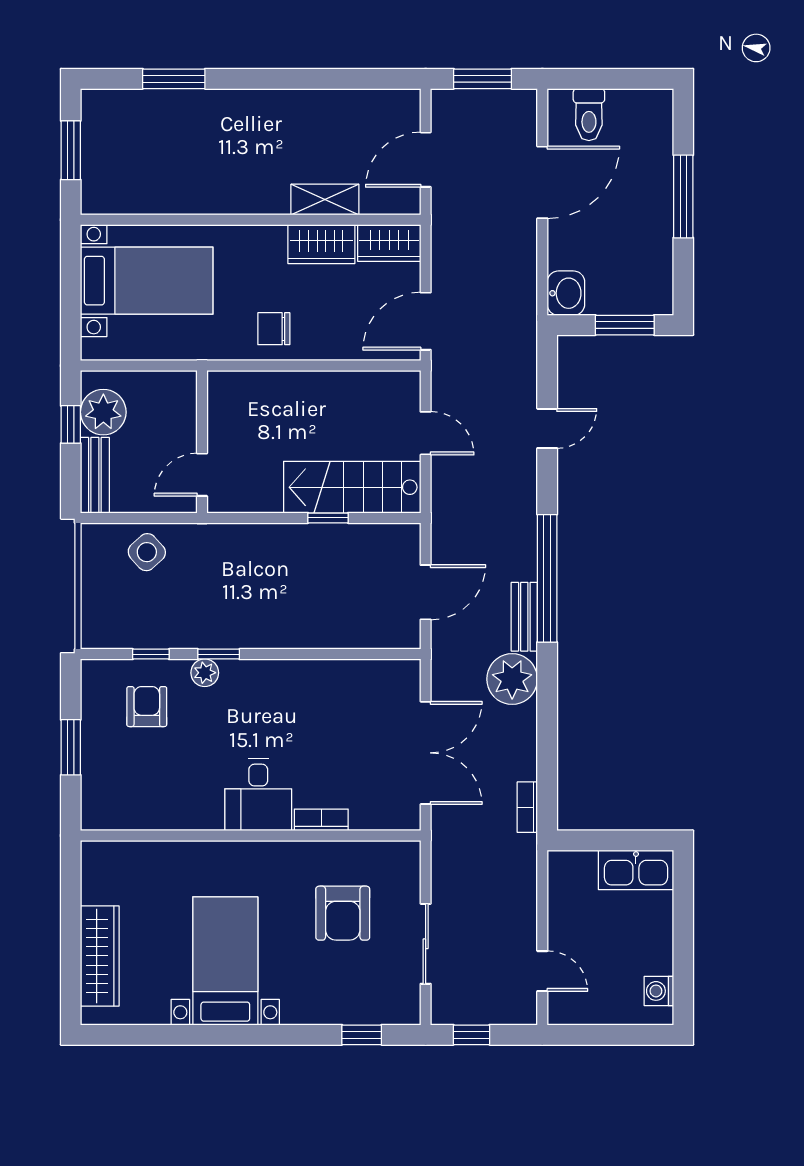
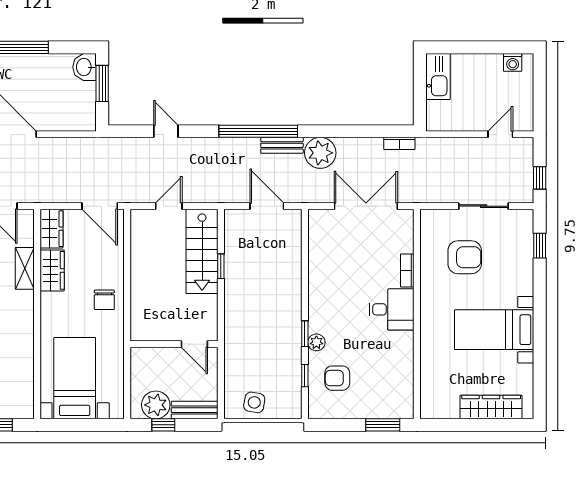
washbasin: (566, 293) -> (85, 67), moved, turned -90
side table: (147, 552) -> (254, 402), moved, turned -38
window: (71, 747) -> (383, 425), moved

